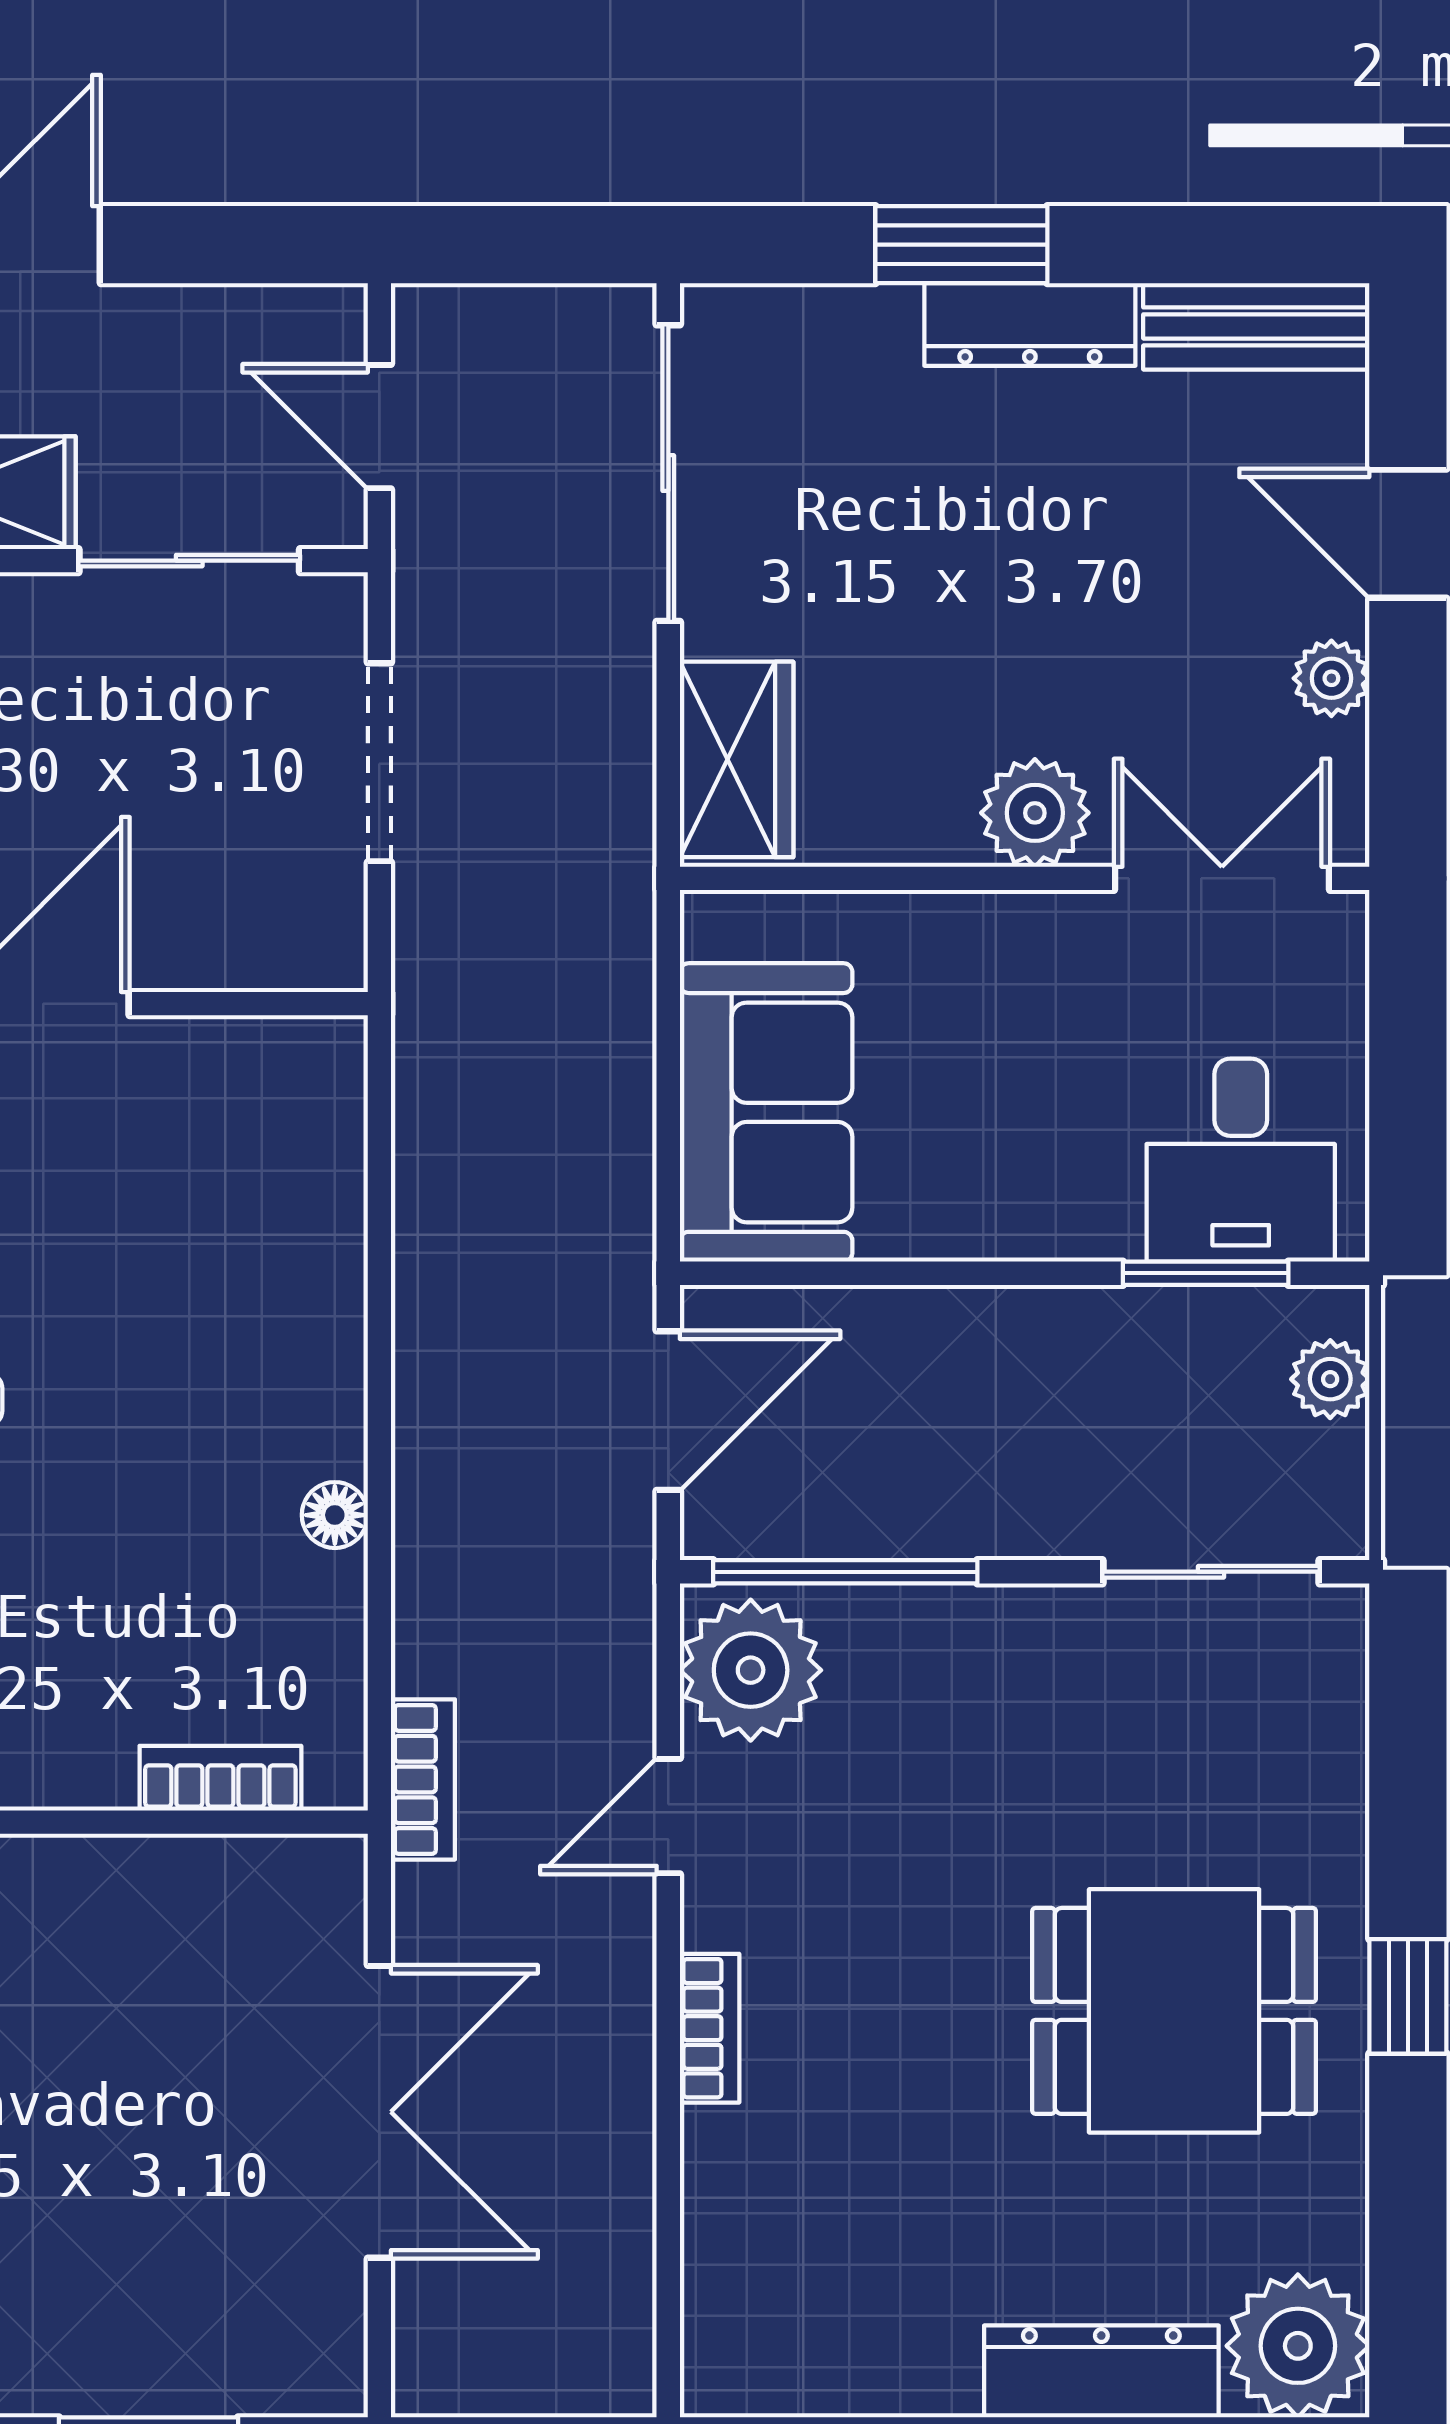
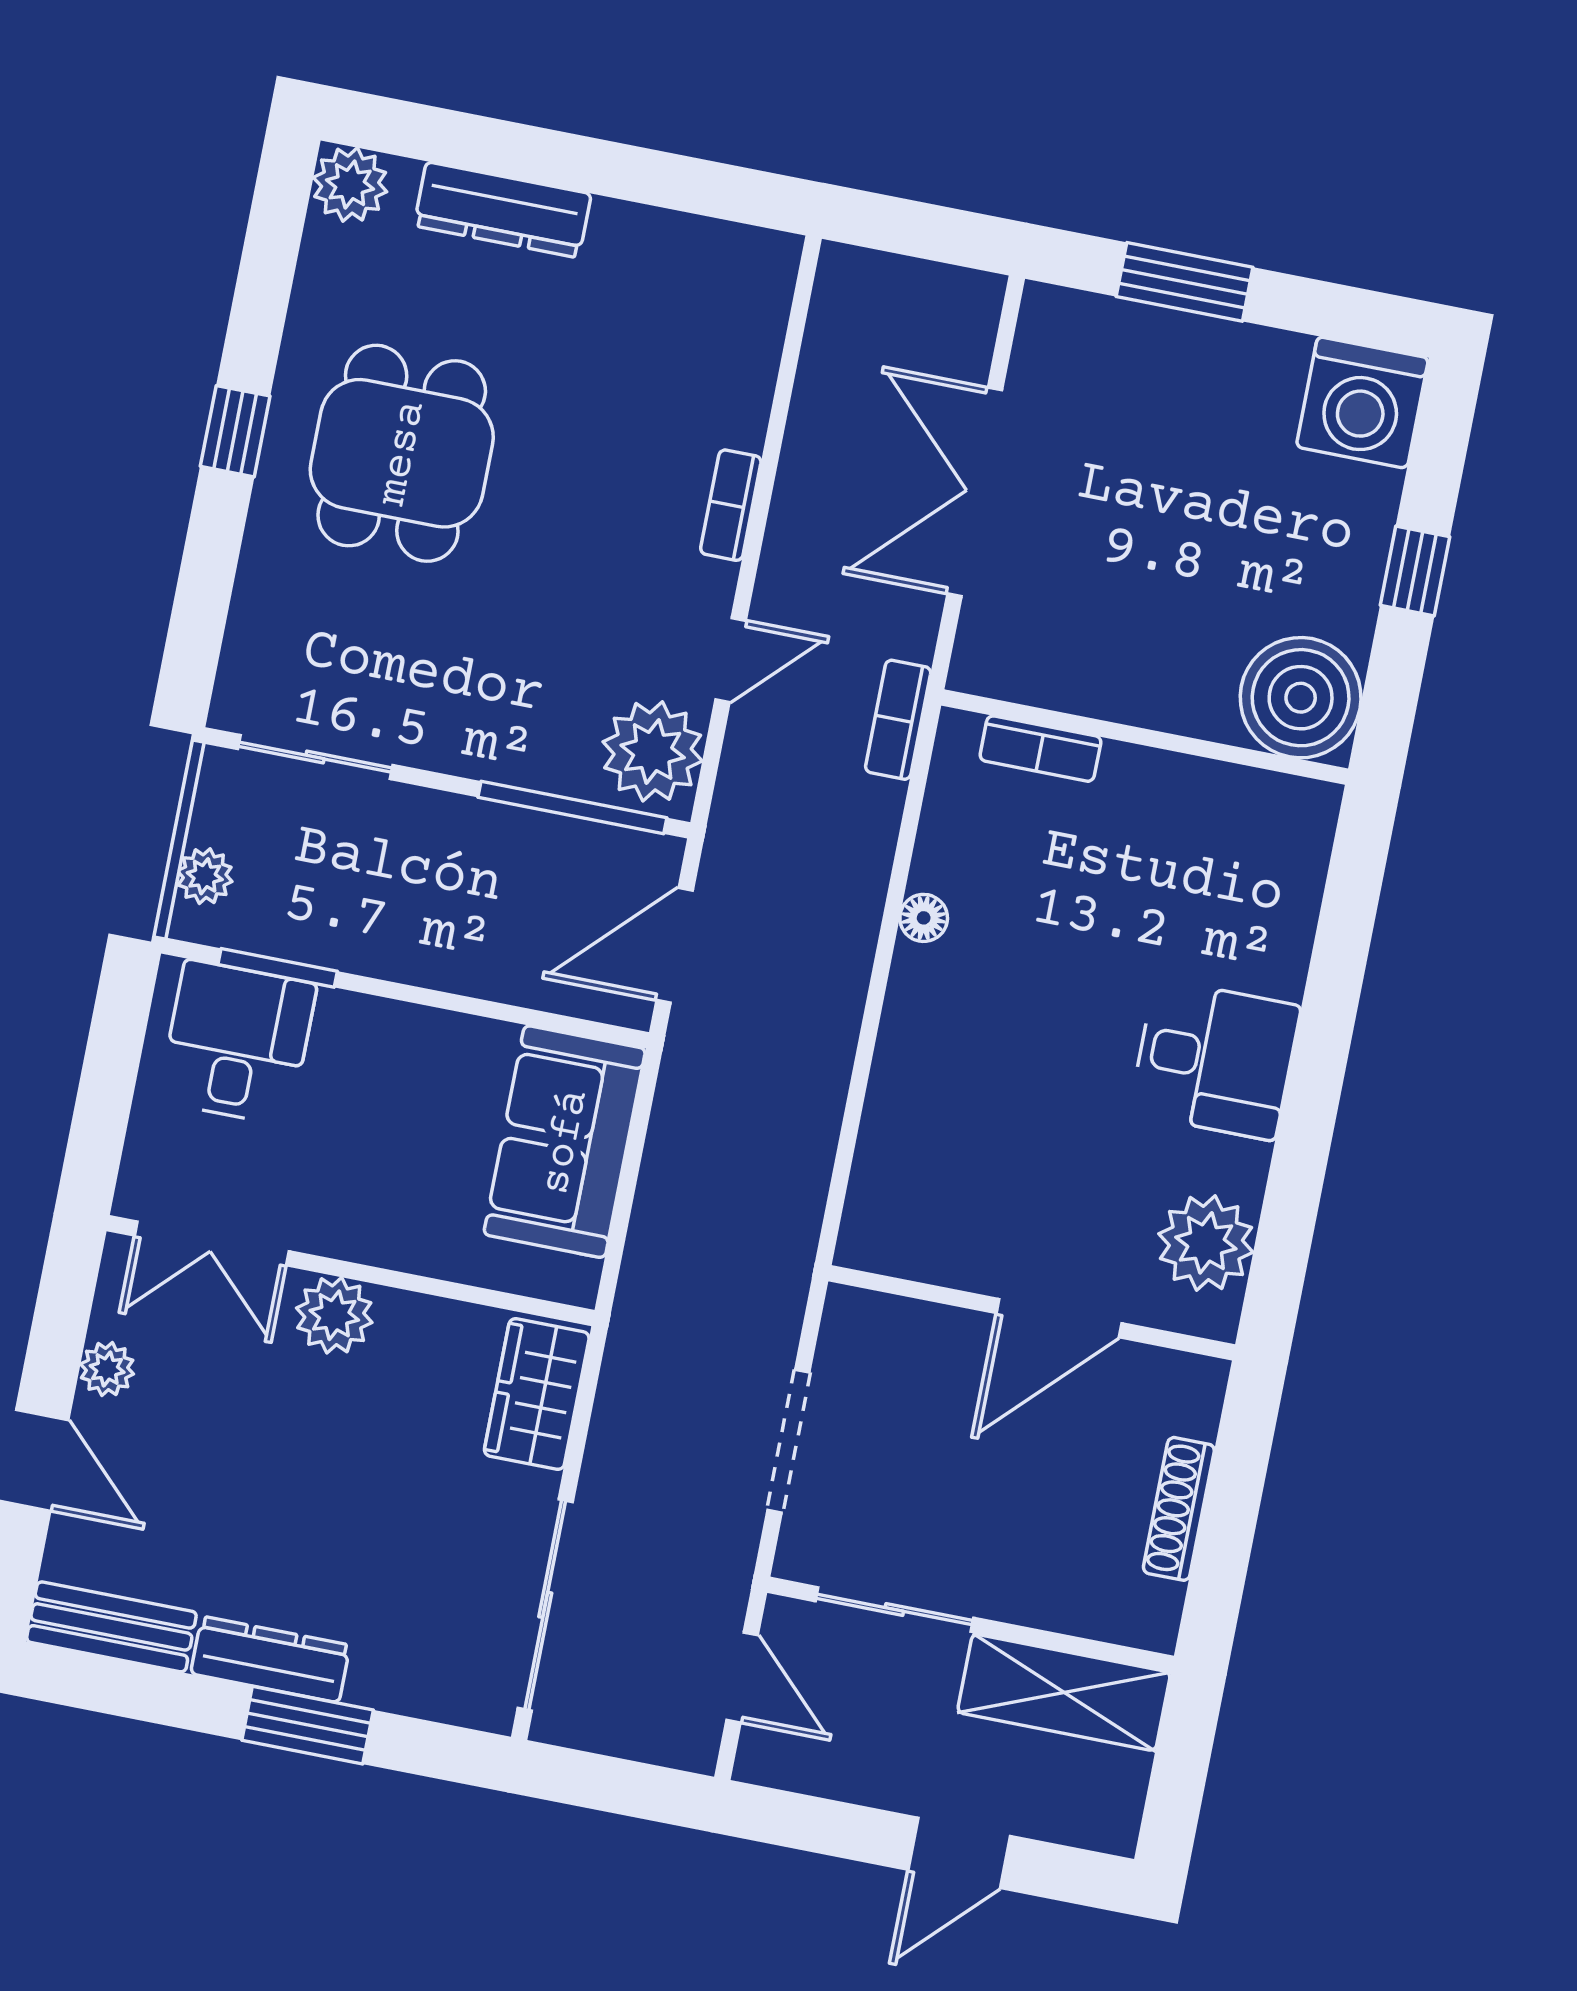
dining table: (1174, 2011) -> (402, 453), turned 90
plant: (1298, 2346) -> (350, 185), width x0.73, depth x0.73

